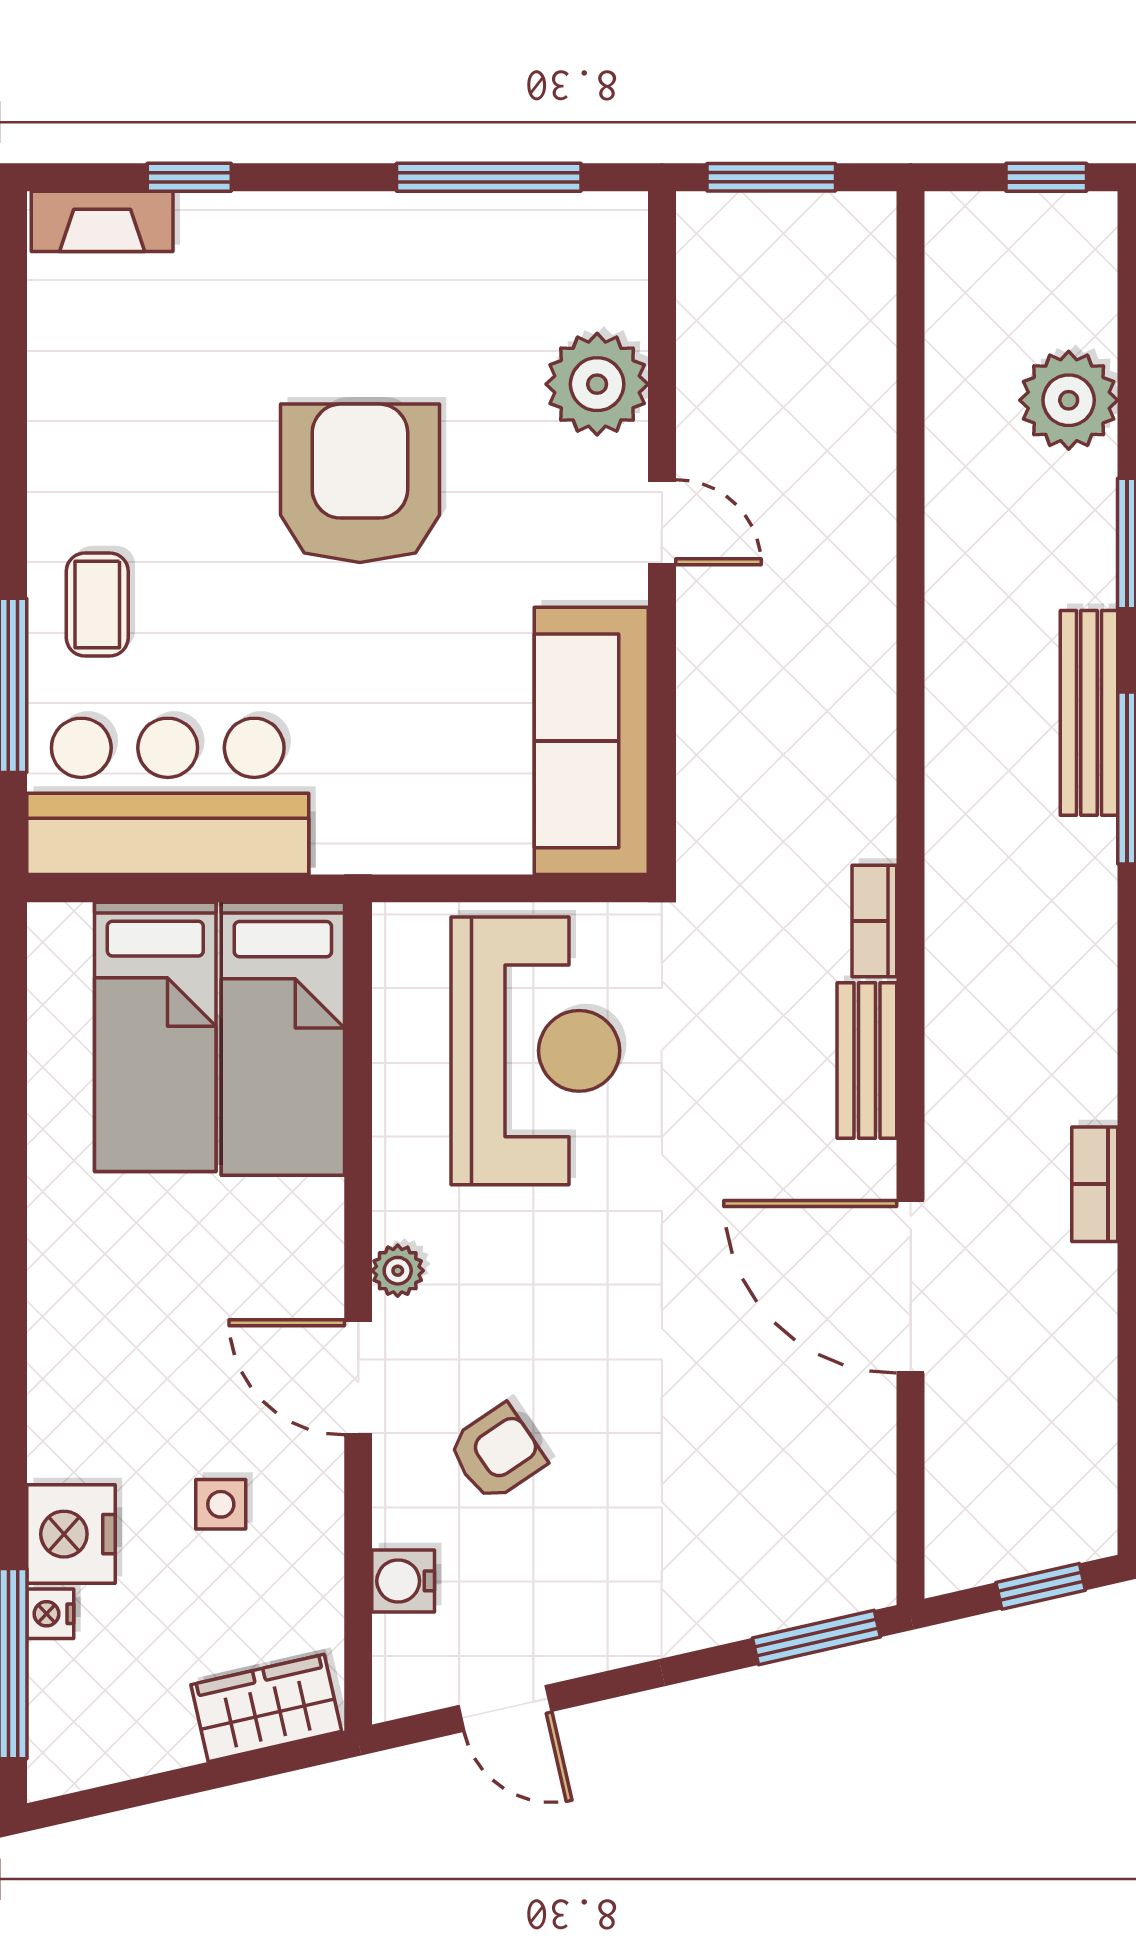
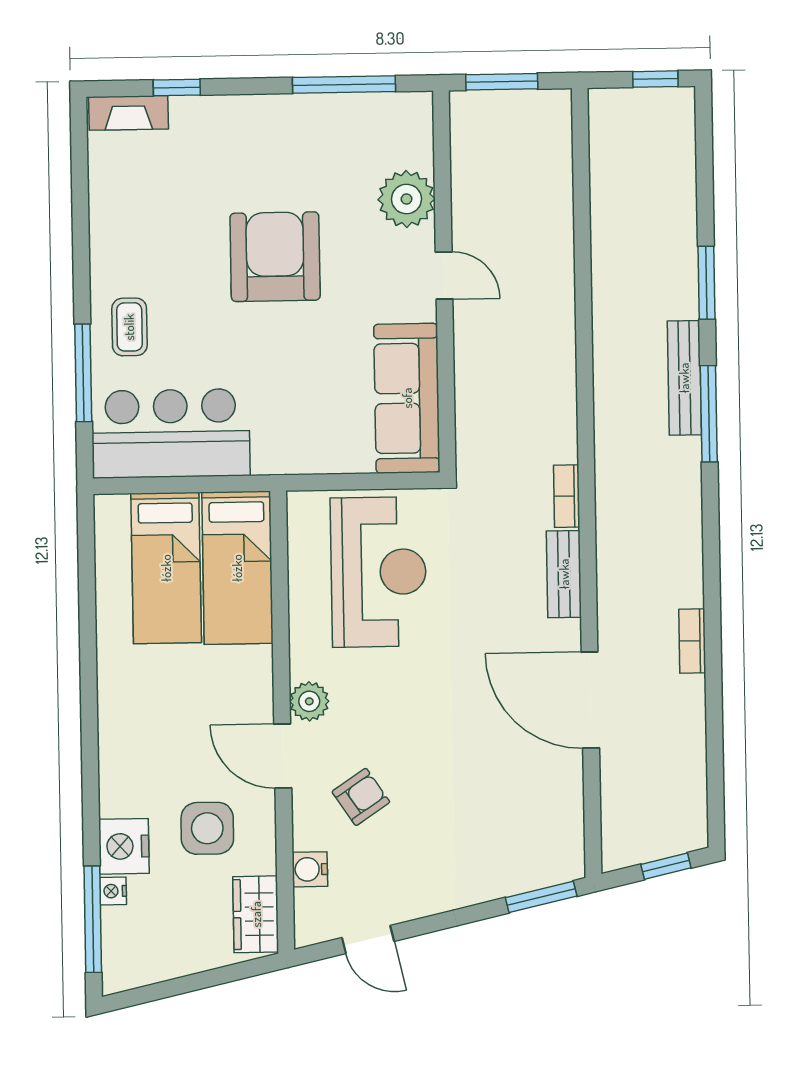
plant: (1069, 400) -> (670, 203), removed
plant: (398, 1271) -> (309, 701), width x1.38, depth x1.38
side table: (221, 1504) -> (207, 828), width x1.87, depth x1.87
wardrobe: (266, 1708) -> (256, 914), moved, turned -77

